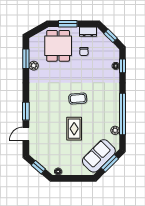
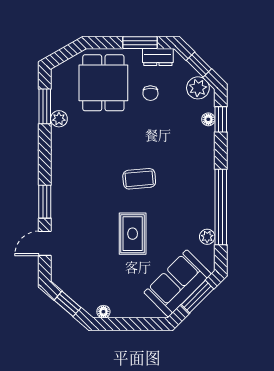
window: (68, 24) -> (140, 43), moved
plant: (110, 49) -> (198, 88), added

